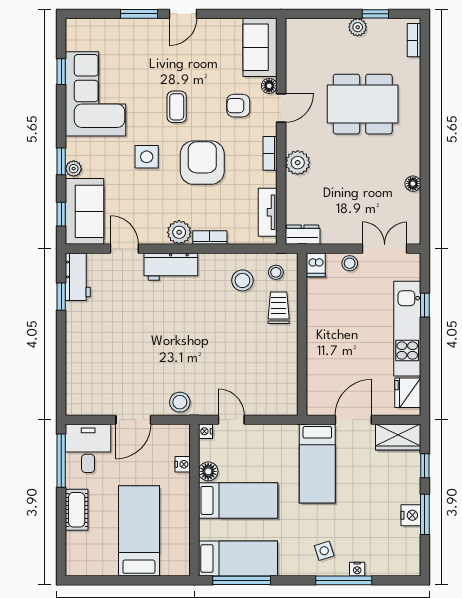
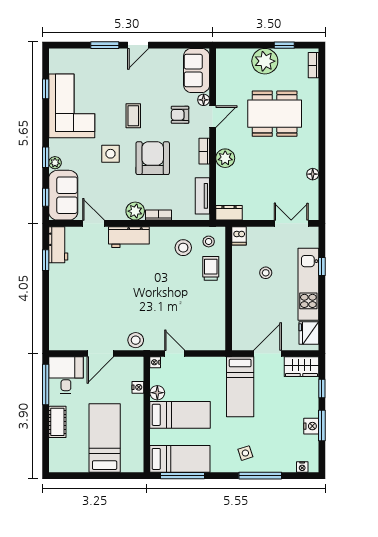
plant: (358, 27) -> (265, 61), width x1.87, depth x1.87
stool: (350, 263) -> (266, 273), moved
nightstand: (357, 569) -> (302, 467), moved

